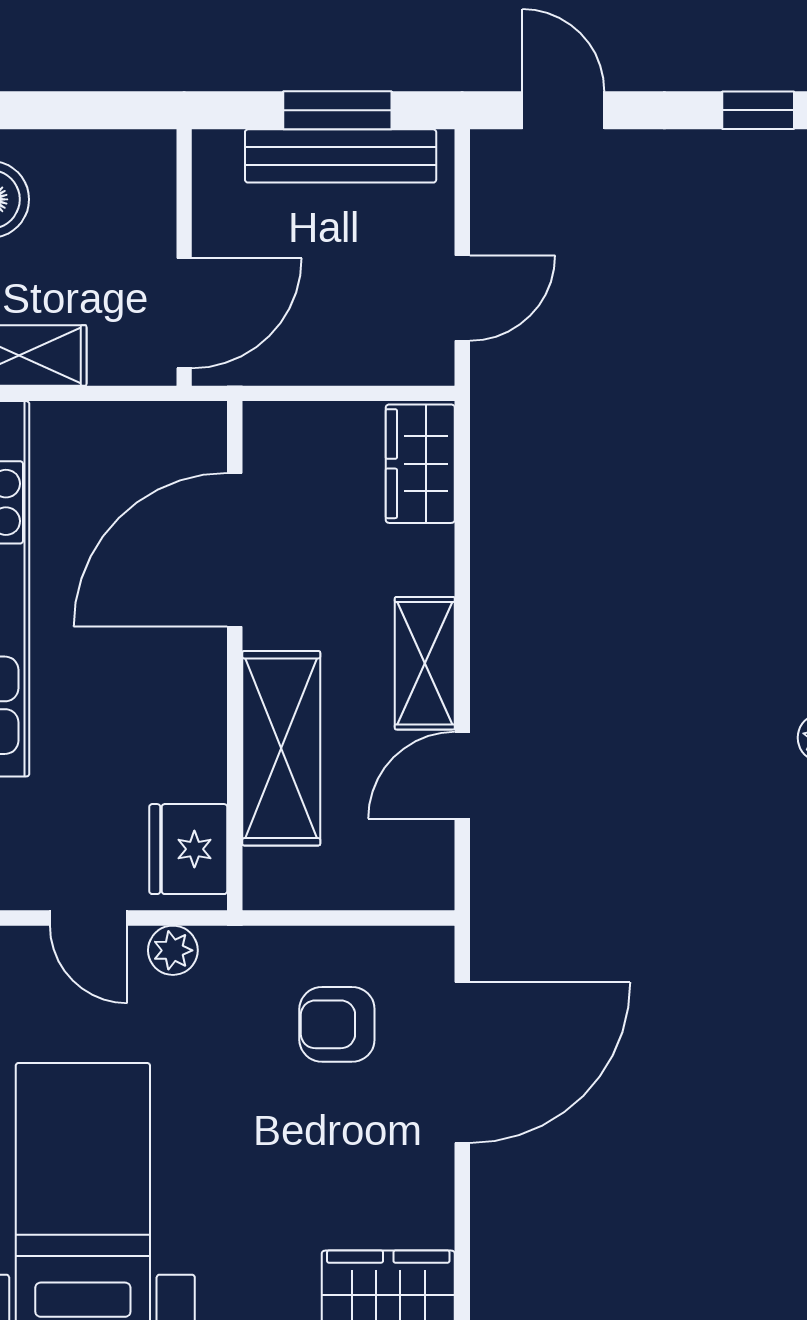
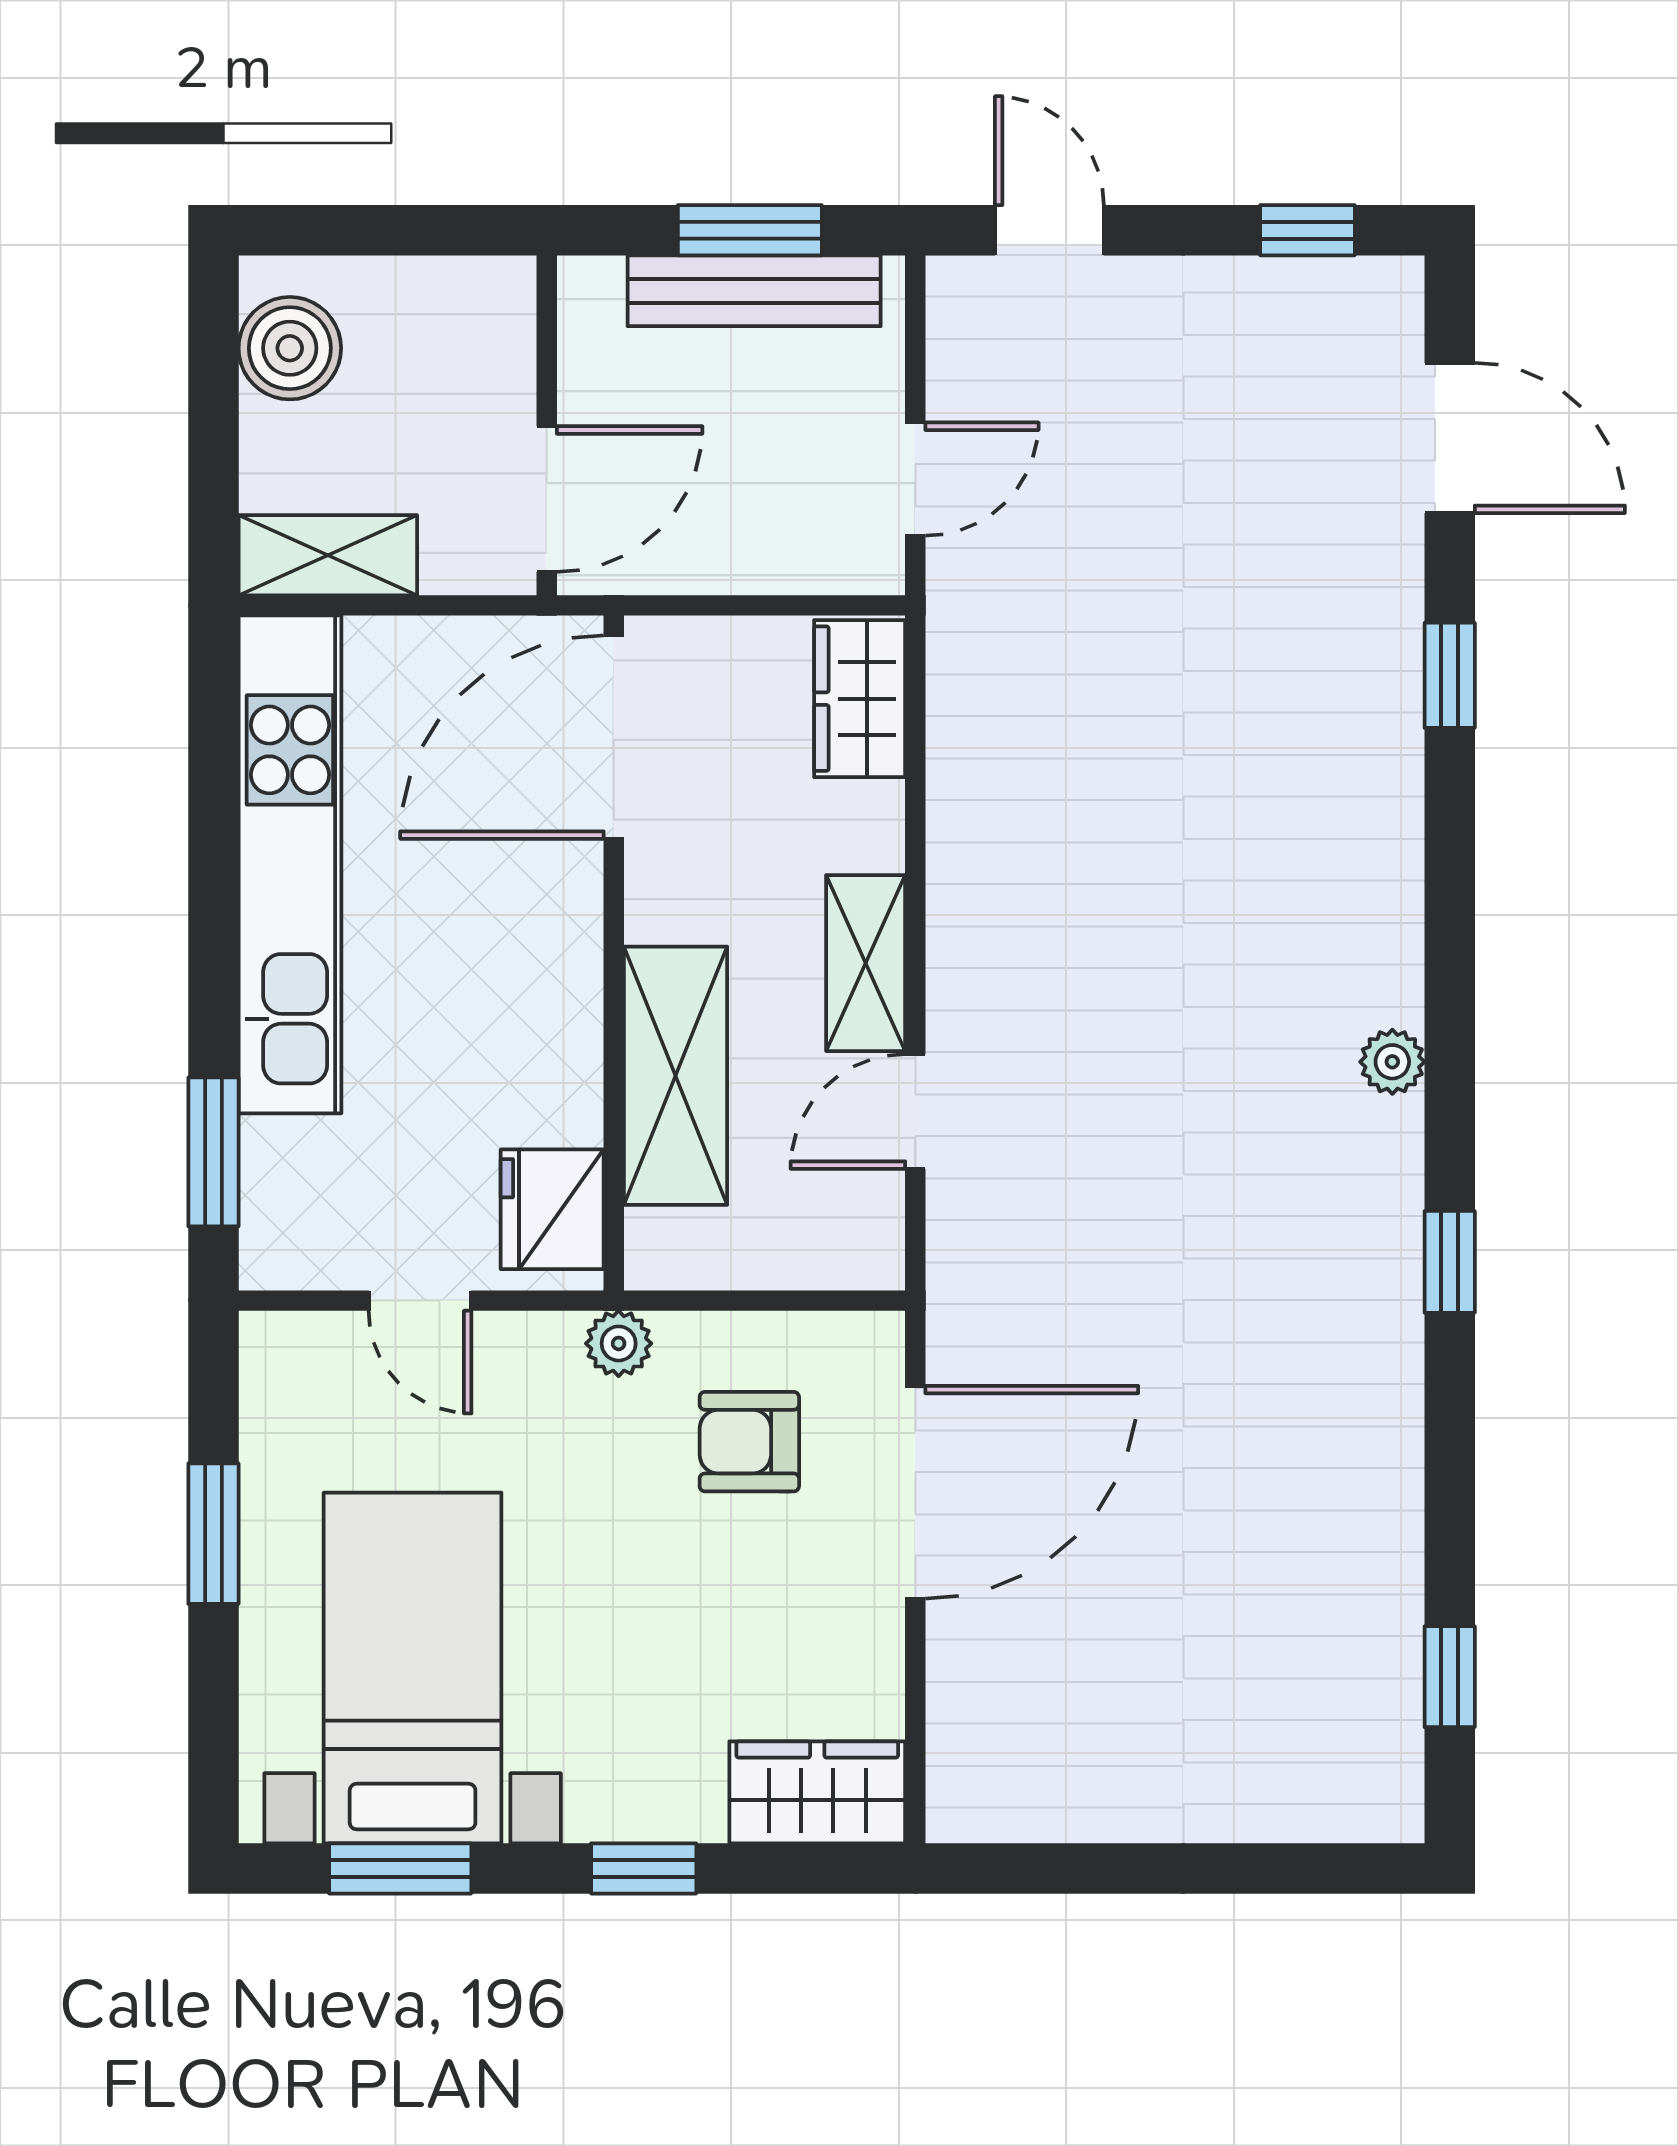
door: (235, 550) -> (614, 737), moved
plant: (173, 950) -> (619, 1343), moved

